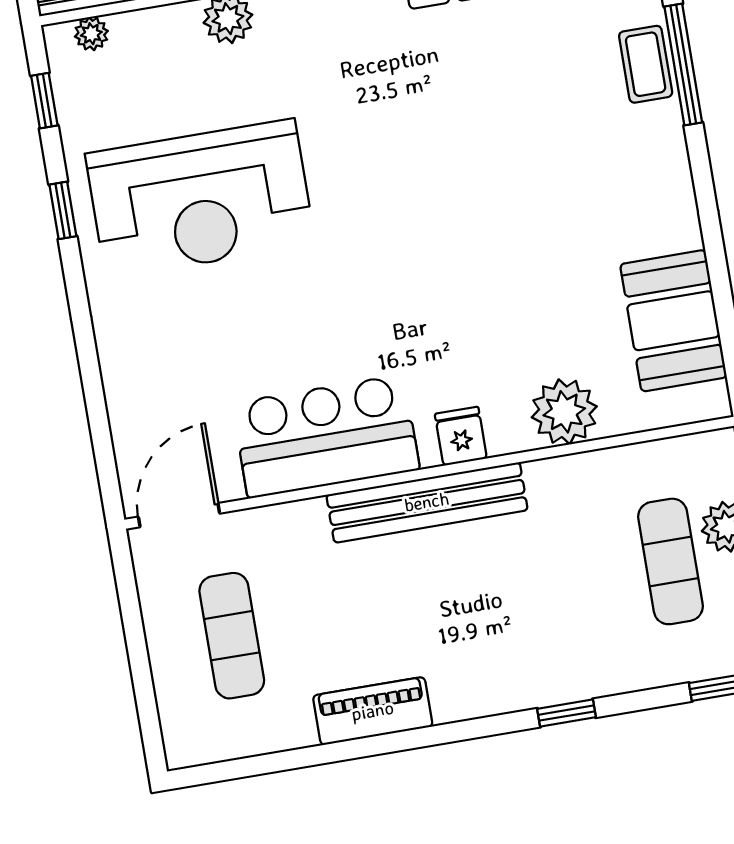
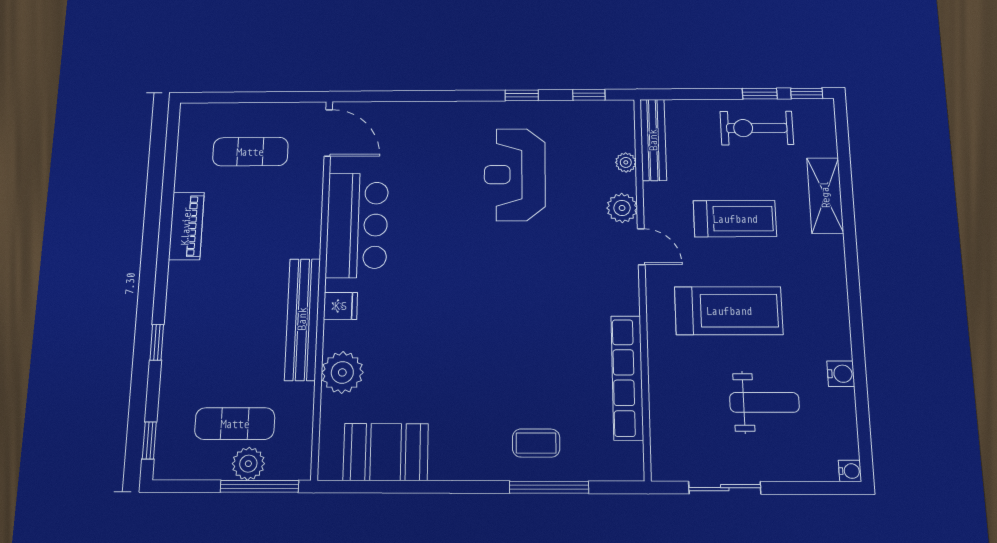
plant: (91, 34) -> (626, 162), moved
coffee table: (646, 64) -> (536, 443), moved
reception desk: (200, 199) -> (515, 175), width x0.74, depth x0.77
bench: (427, 502) -> (302, 319), moved

